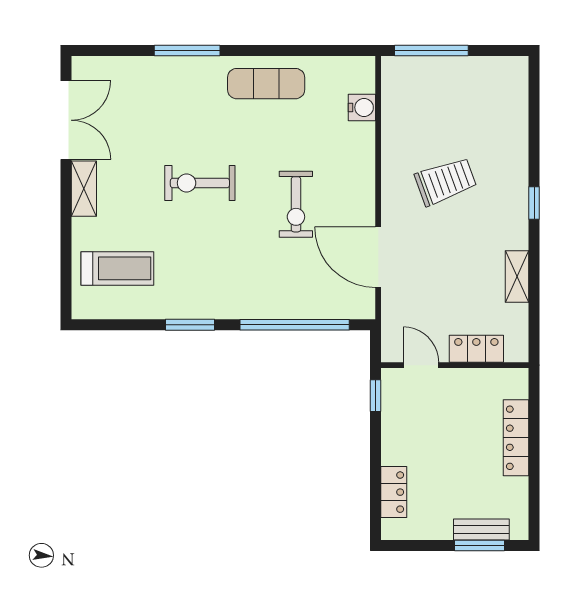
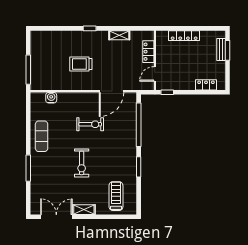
trolley: (446, 181) -> (81, 64), turned -70

